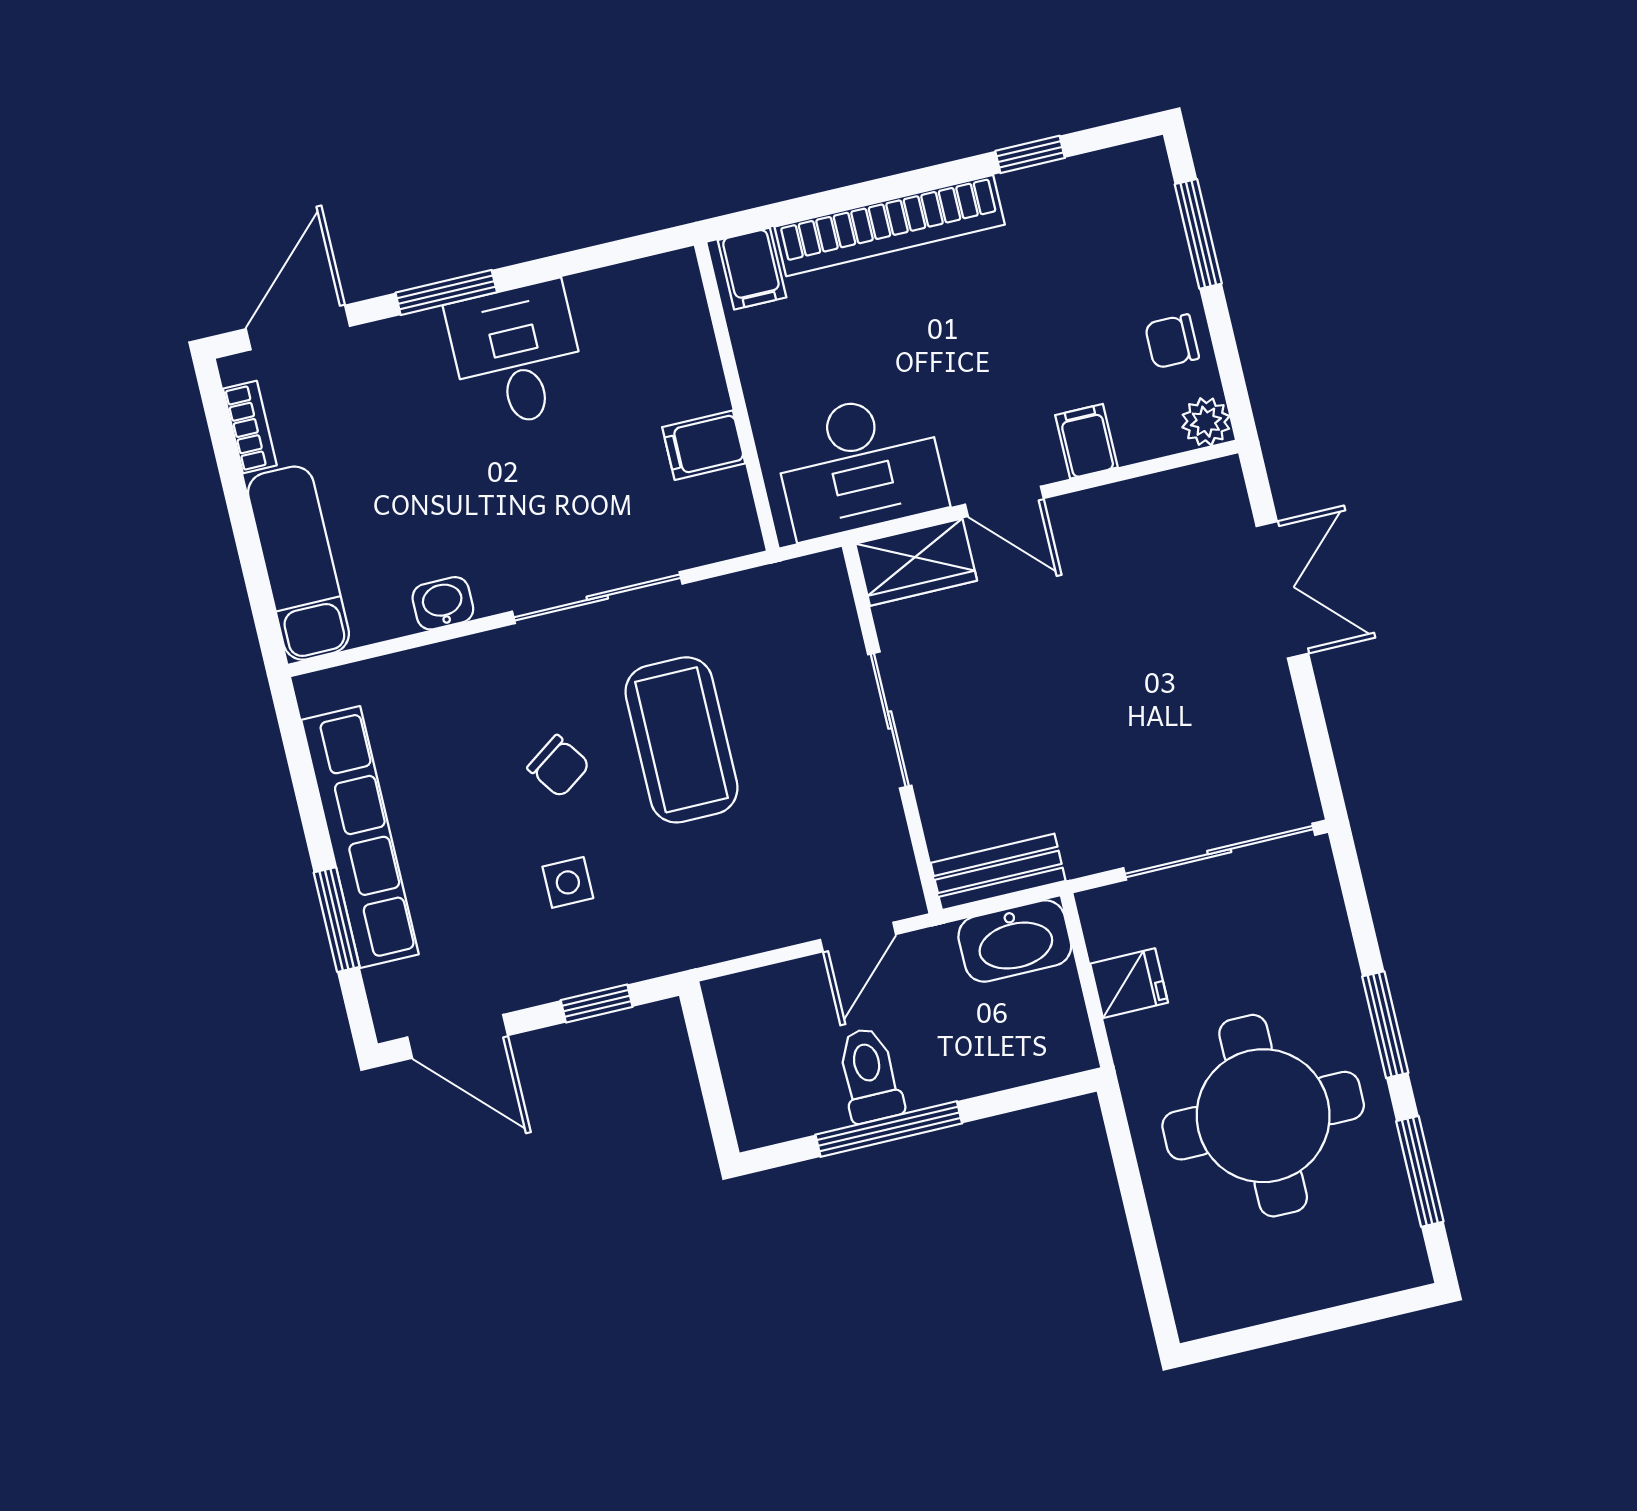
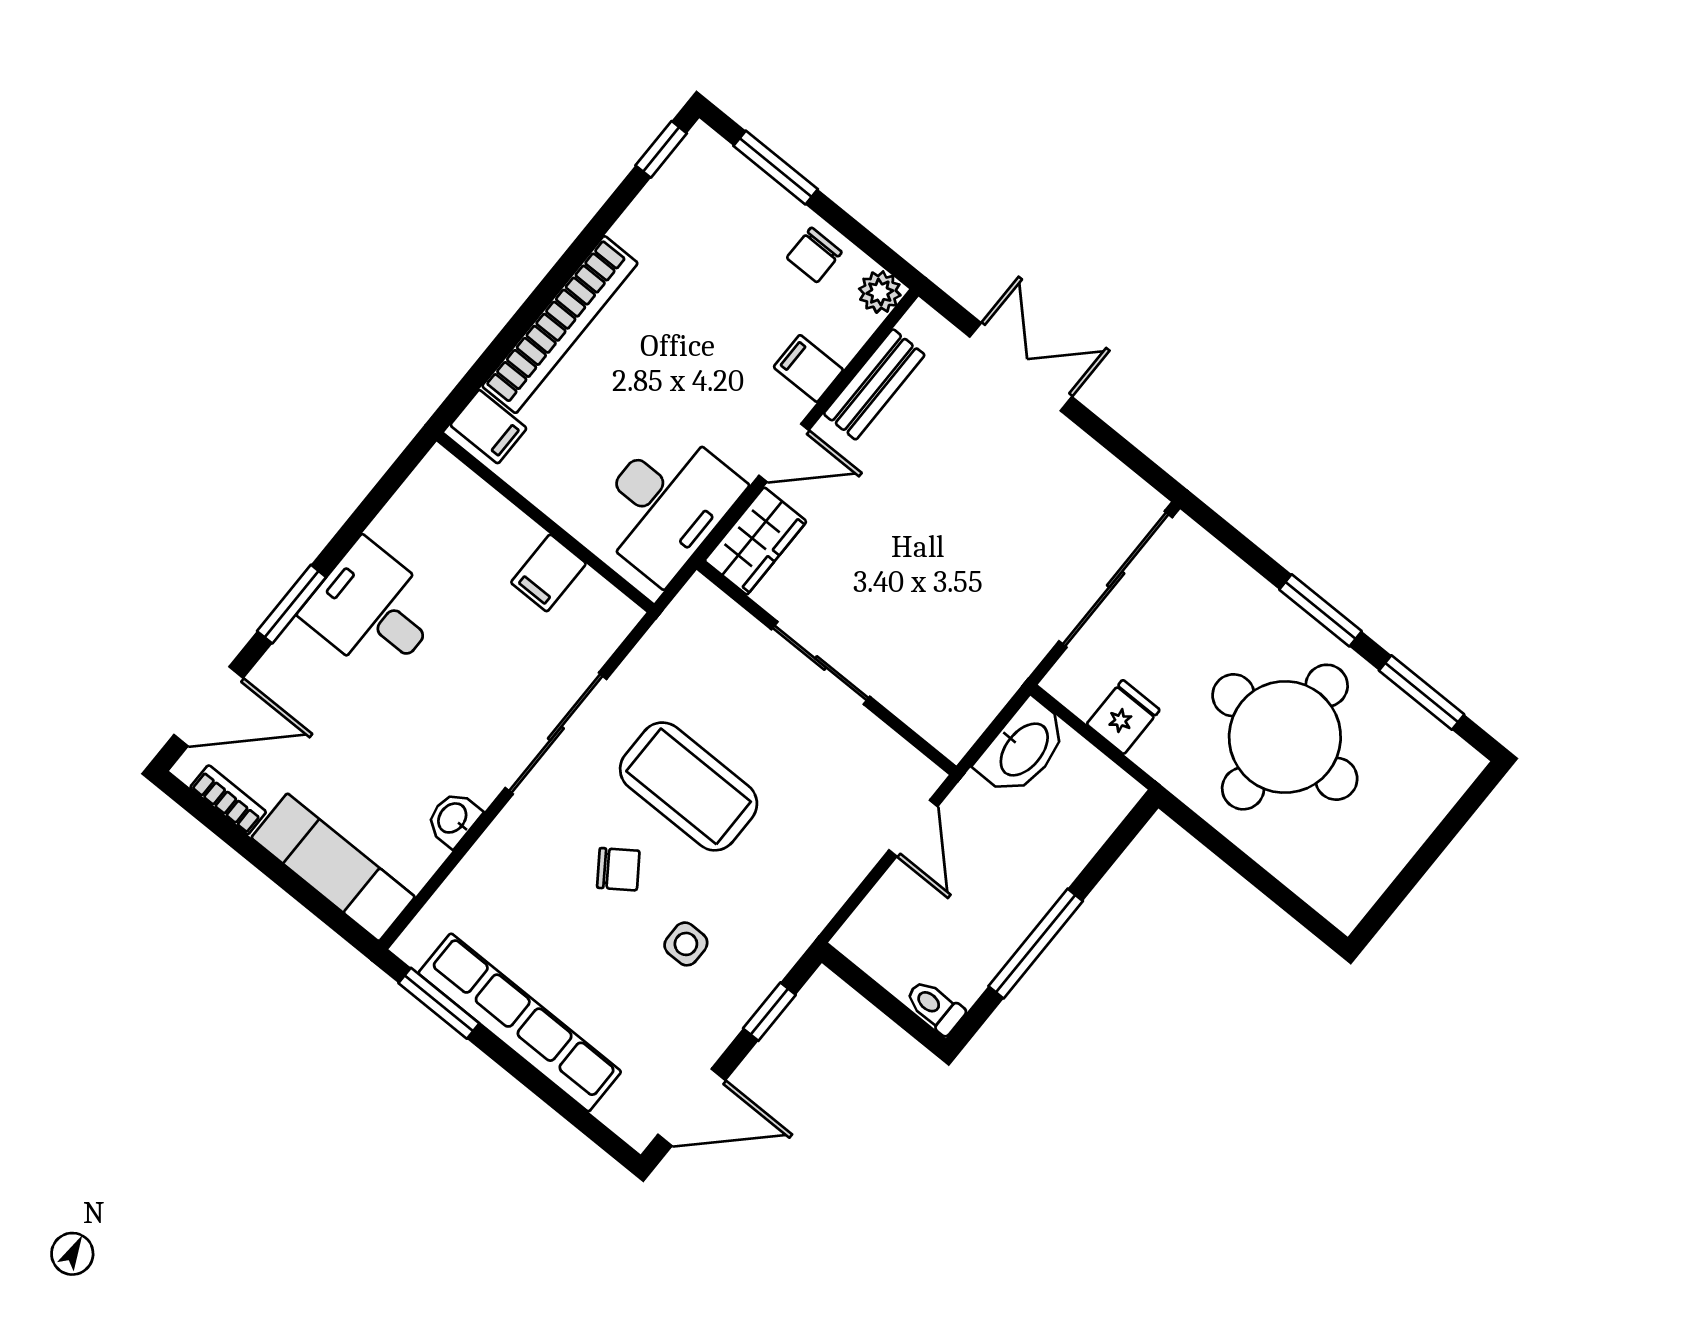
window: (1030, 154) -> (661, 149), moved
door: (298, 328) -> (209, 706), swing flipped
bench: (998, 872) -> (874, 384), moved
window: (337, 920) -> (439, 1003), moved
toilet: (870, 1075) -> (935, 1007), moved, width x0.73, depth x0.72

